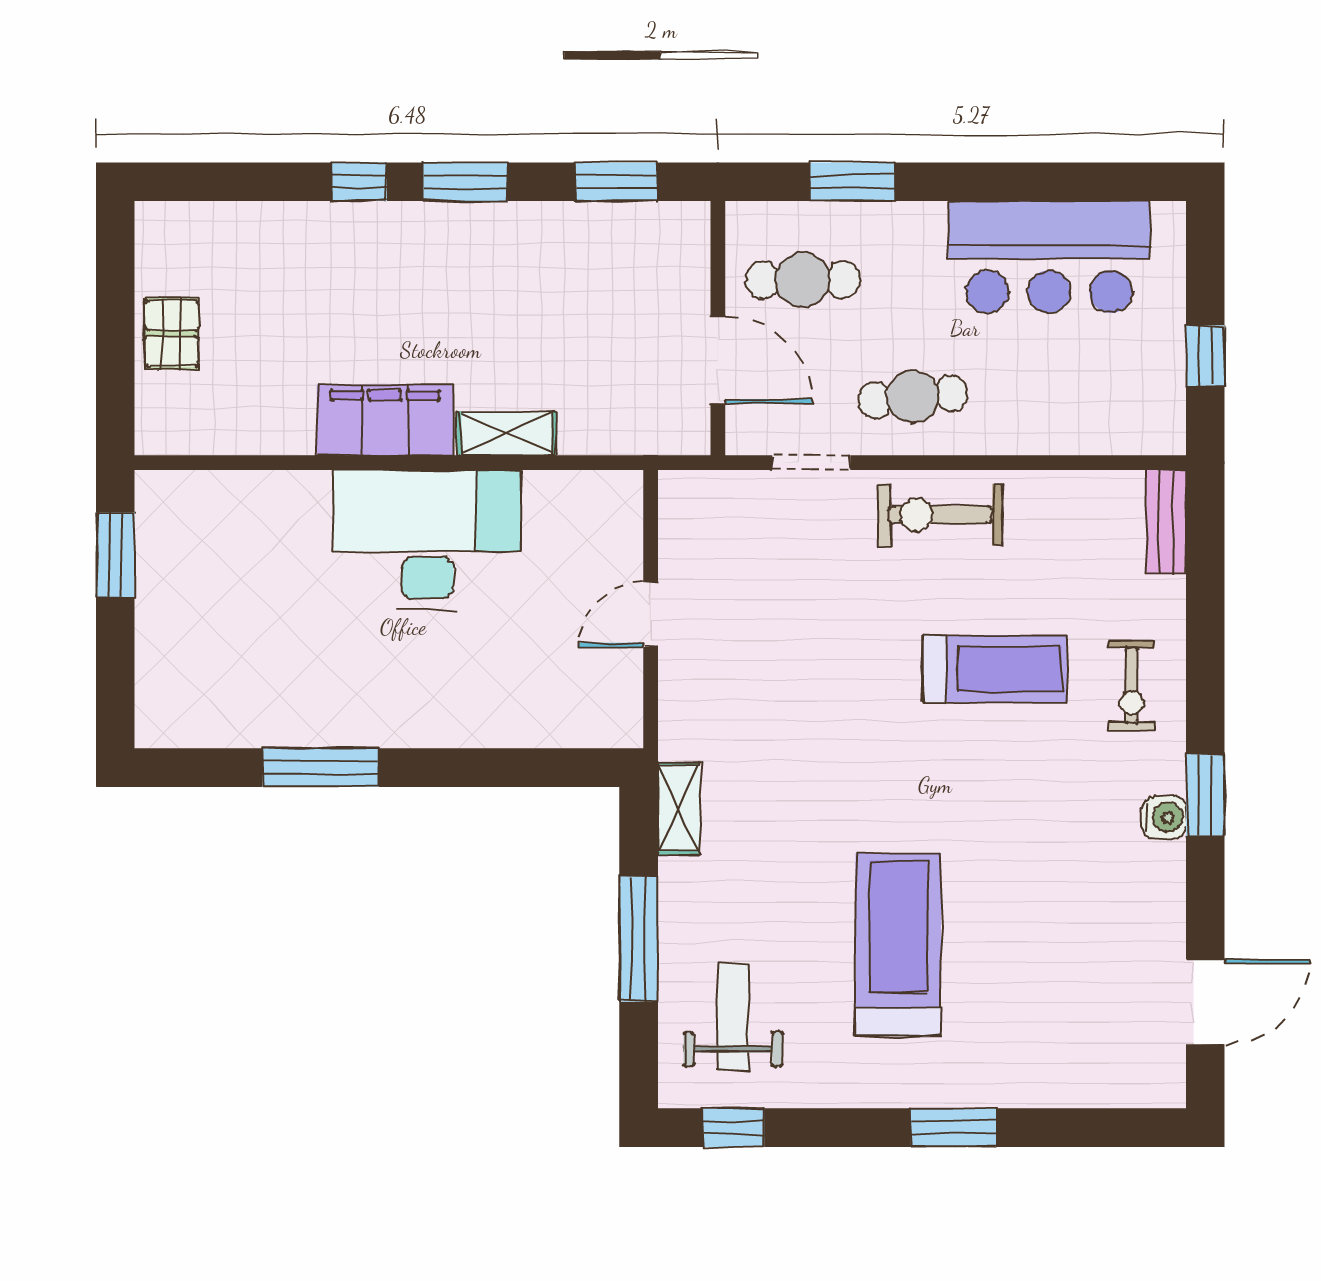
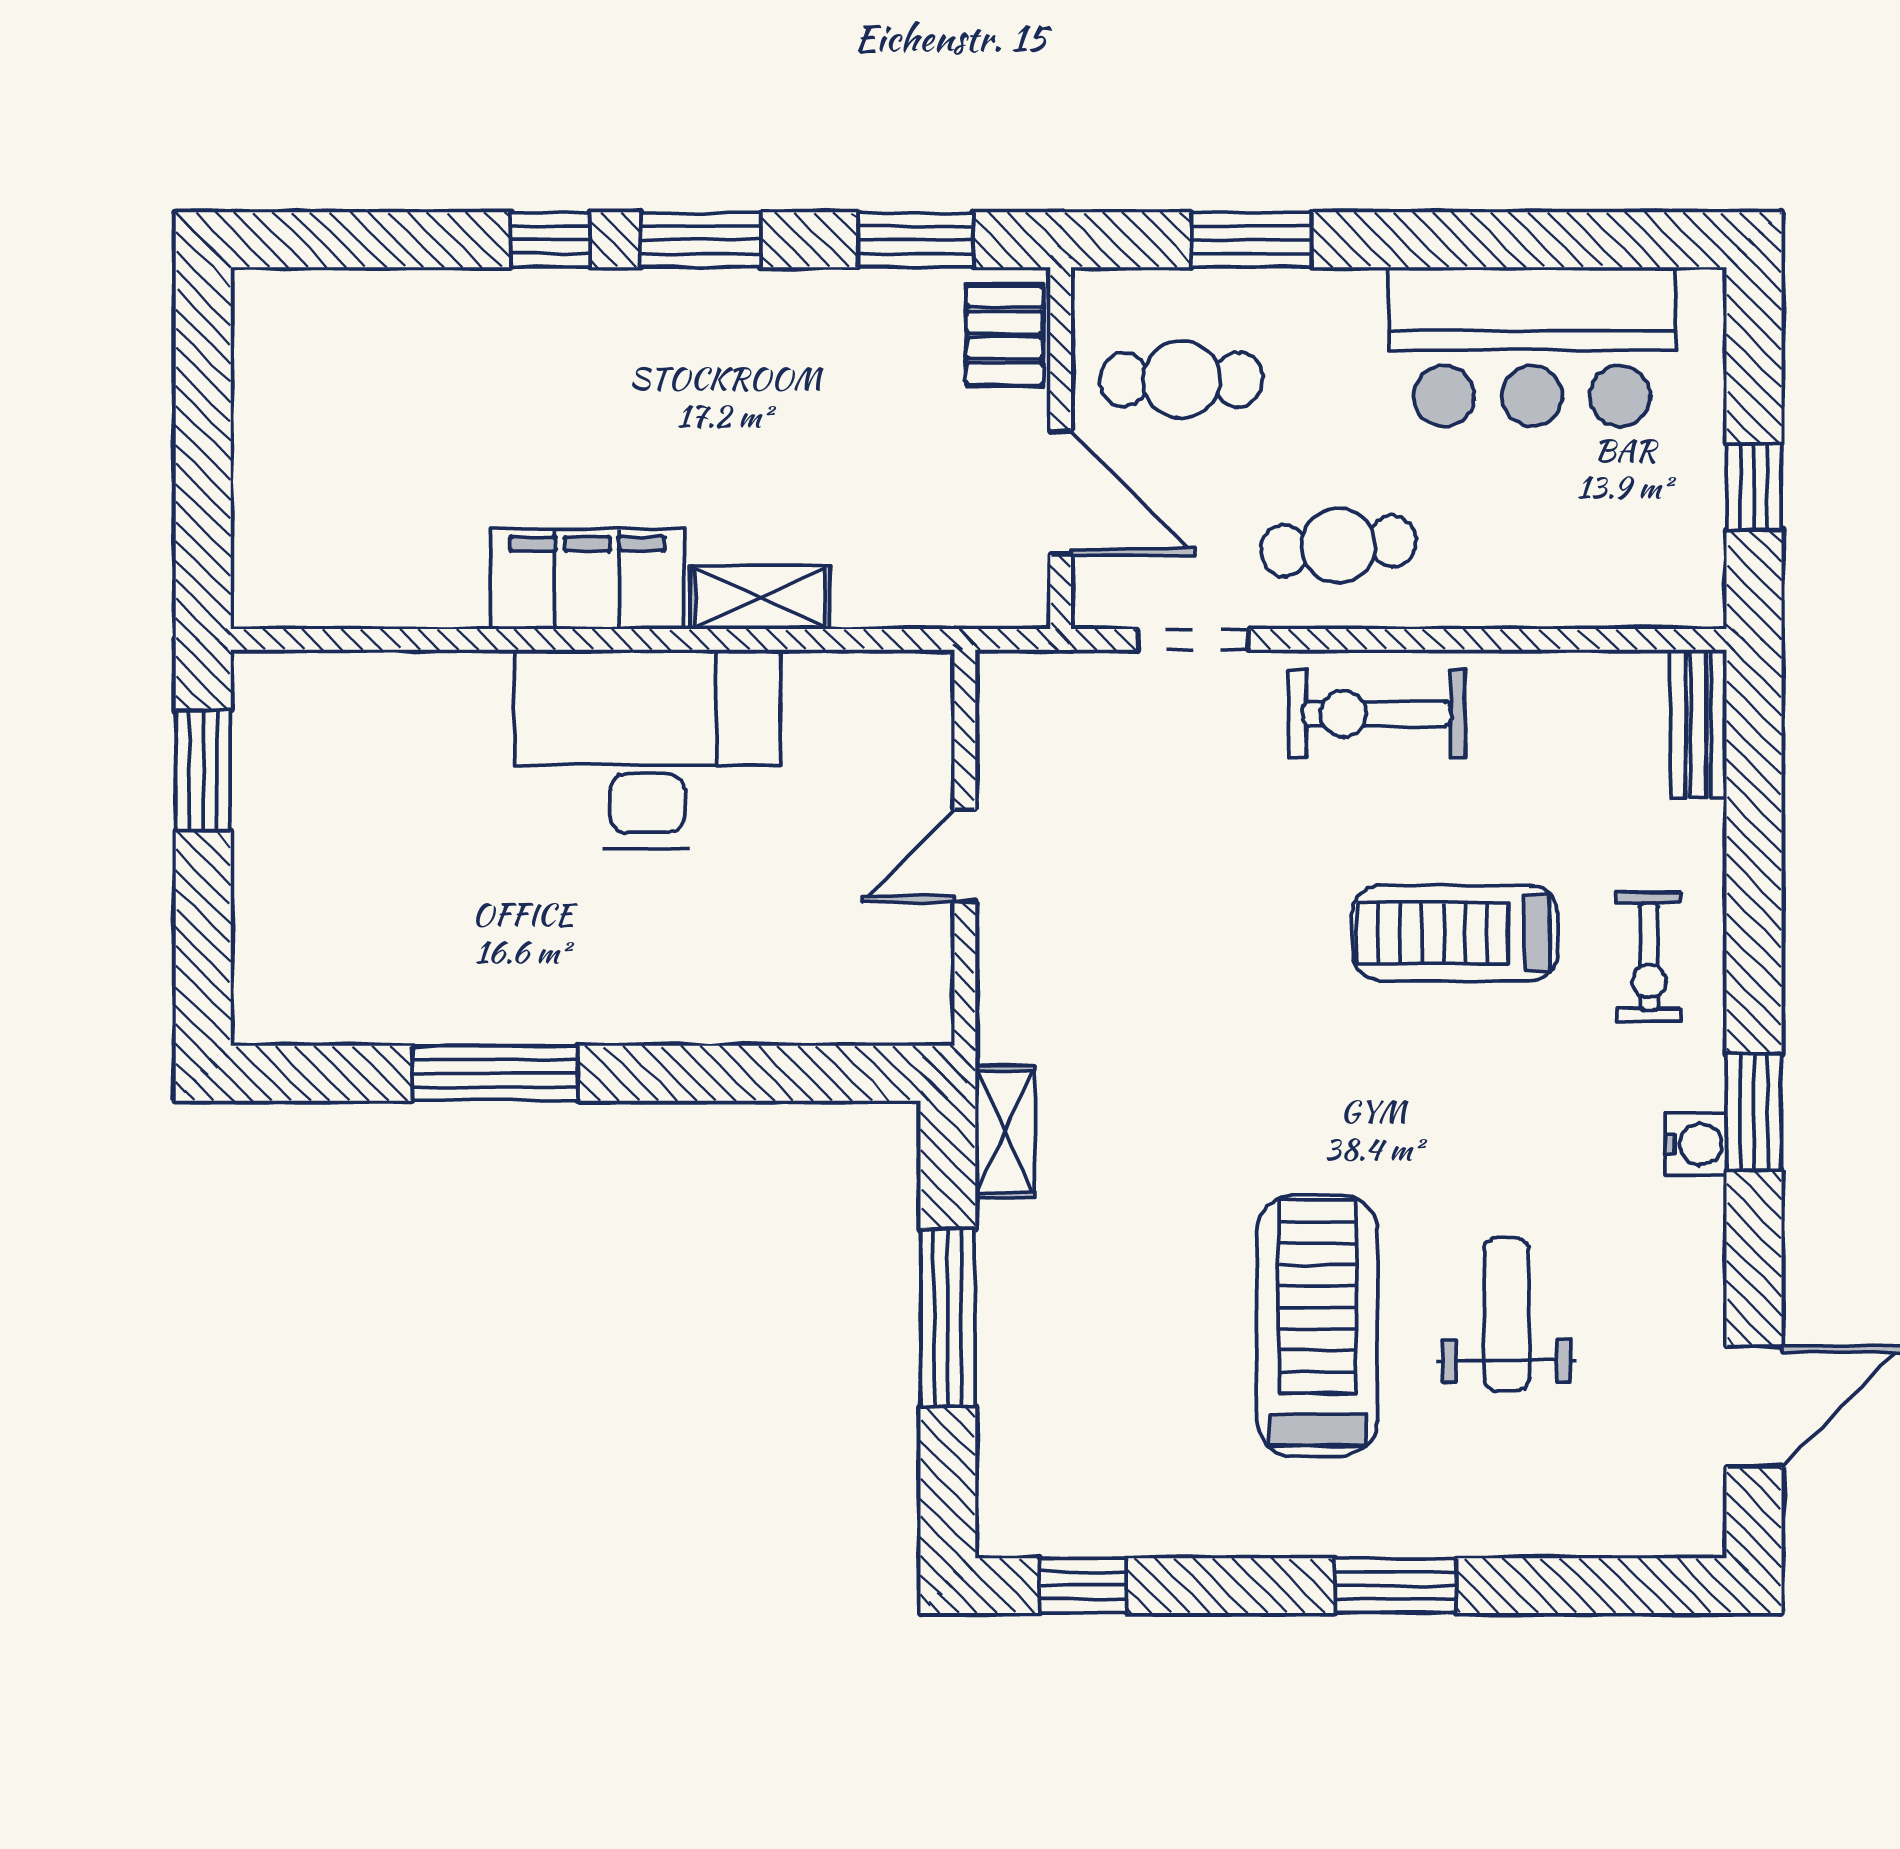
pallet: (171, 333) -> (1005, 335), moved
treadmill: (995, 669) -> (1455, 933), turned 180
weight bench: (733, 1017) -> (1507, 1315), moved

